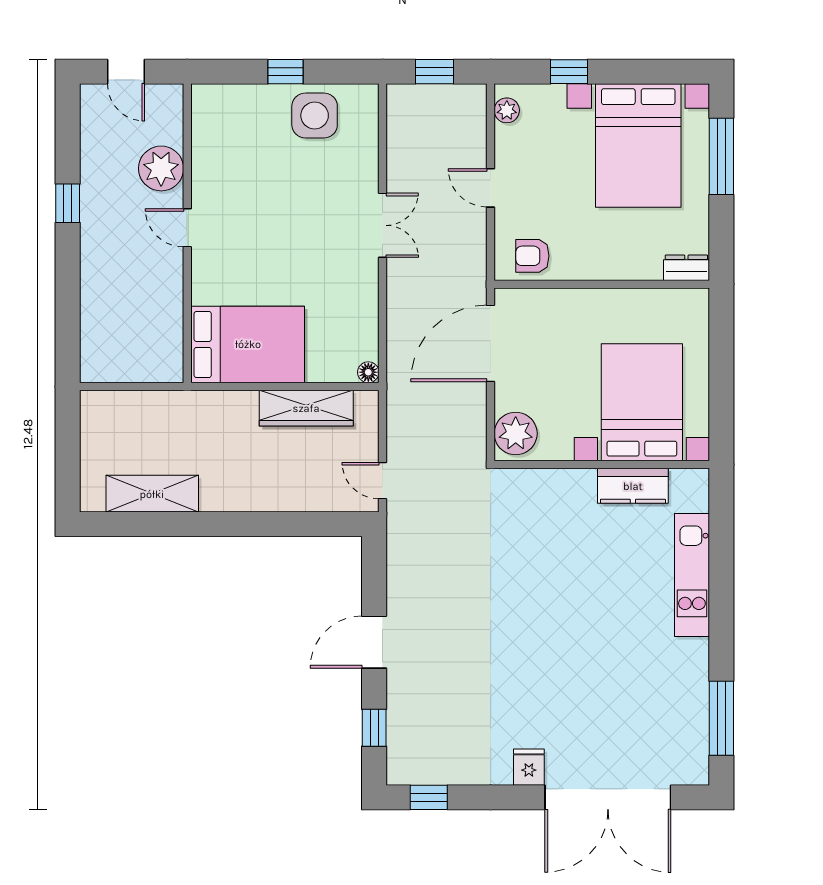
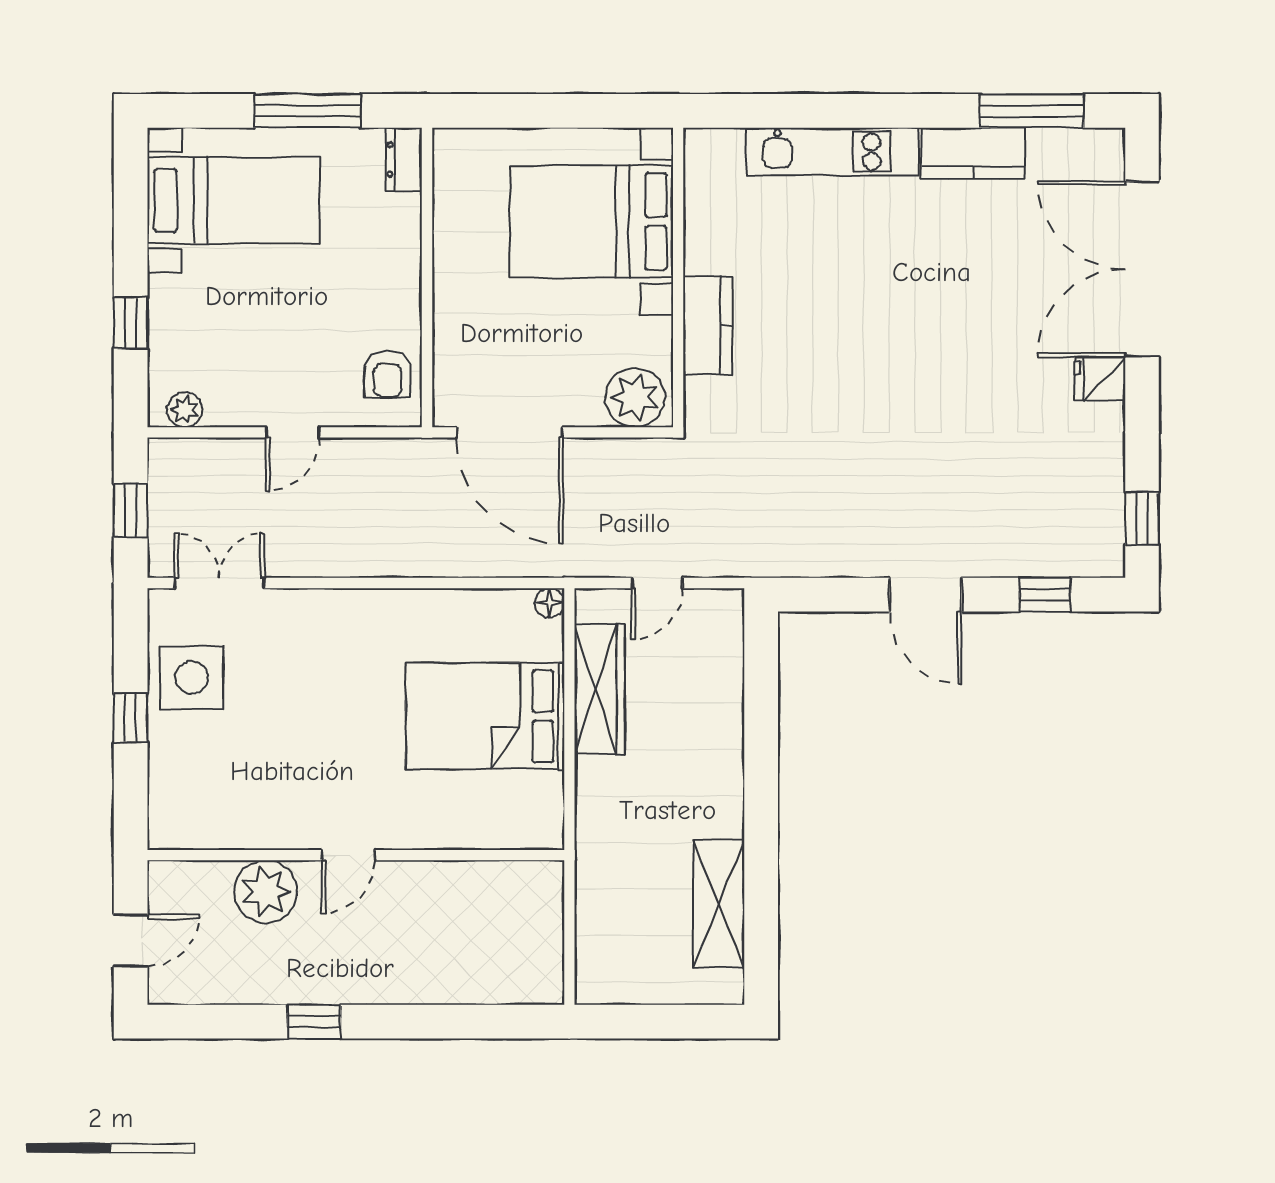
bed with nightstands: (638, 145) -> (234, 200), width x0.73
window: (721, 156) -> (307, 111), moved
double door: (382, 225) -> (219, 583), moved
bed: (248, 344) -> (485, 716), moved, turned -90
door: (382, 481) -> (657, 583), moved
kitchen counter: (633, 486) -> (708, 326), moved
kitchen counter: (691, 676) -> (973, 153), added
double door: (608, 797) -> (1142, 269), swing flipped

